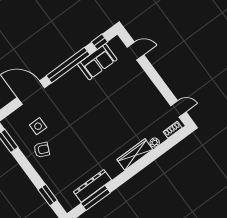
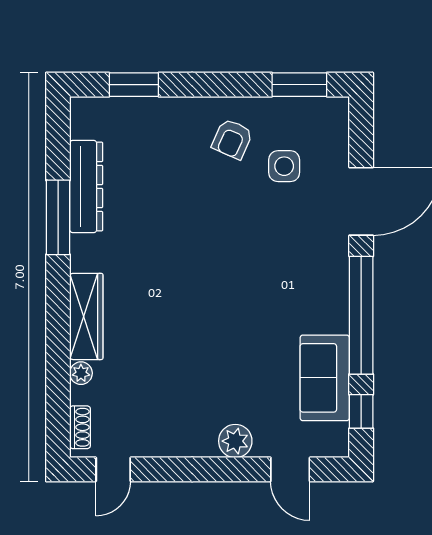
door: (136, 51) -> (290, 469), hinge flipped
plant: (140, 76) -> (235, 441), added
window: (95, 198) -> (58, 217), moved

